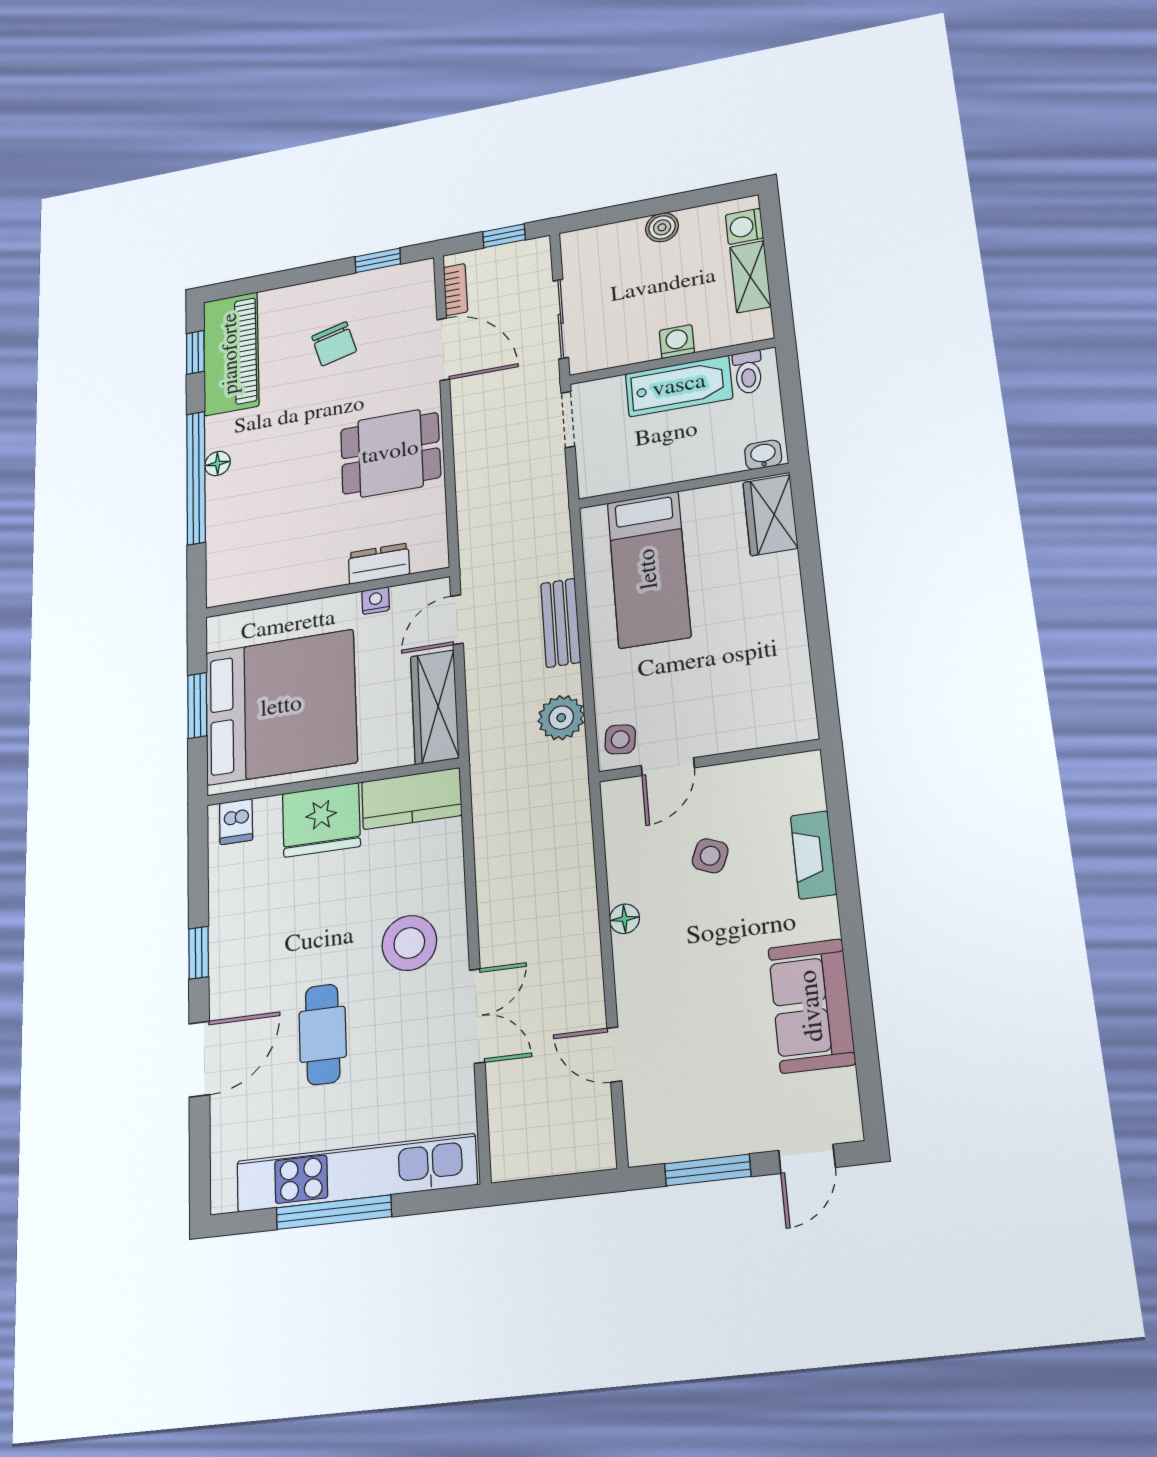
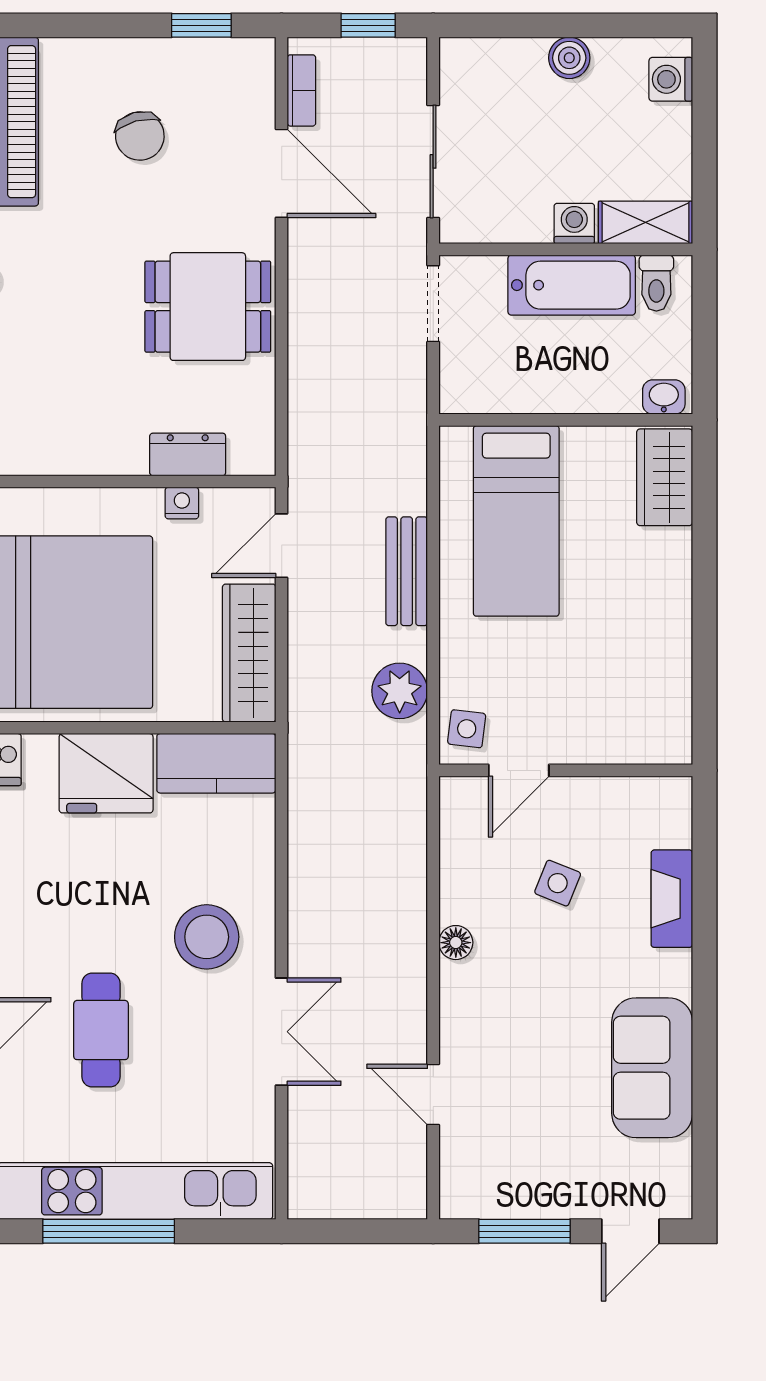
shelving: (750, 277) -> (645, 222), moved, turned 90

